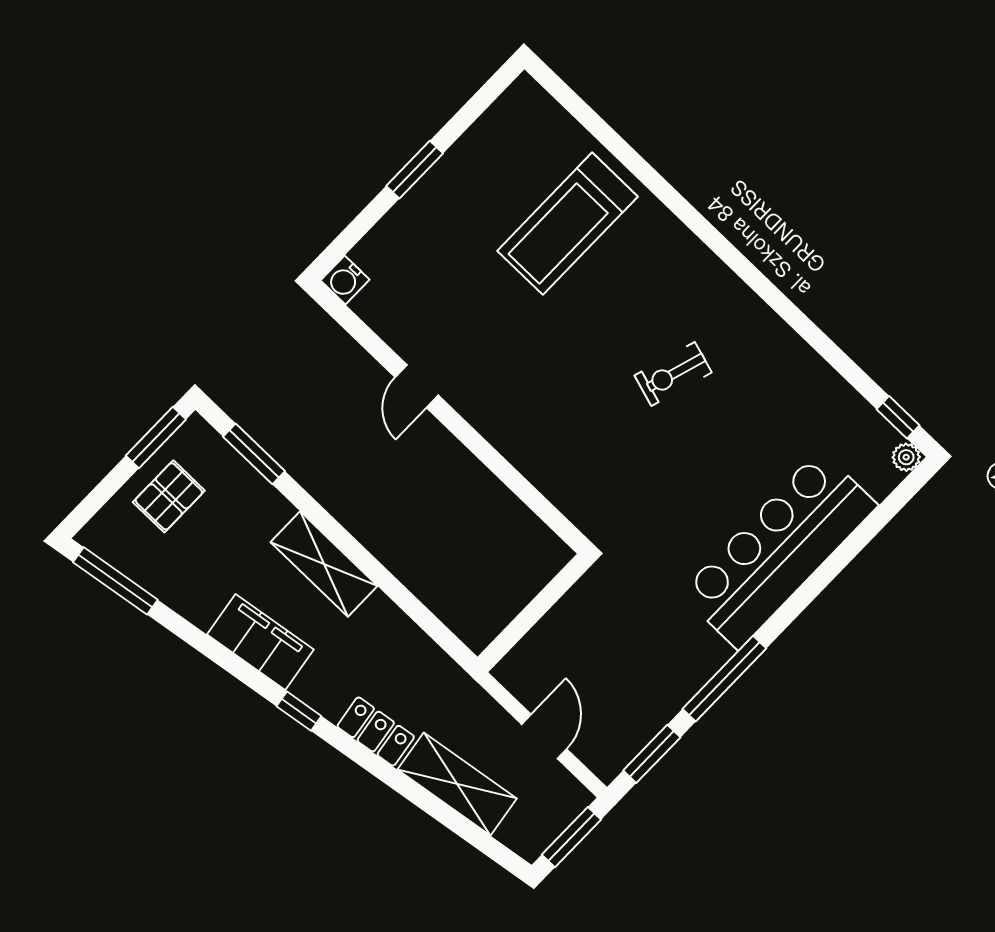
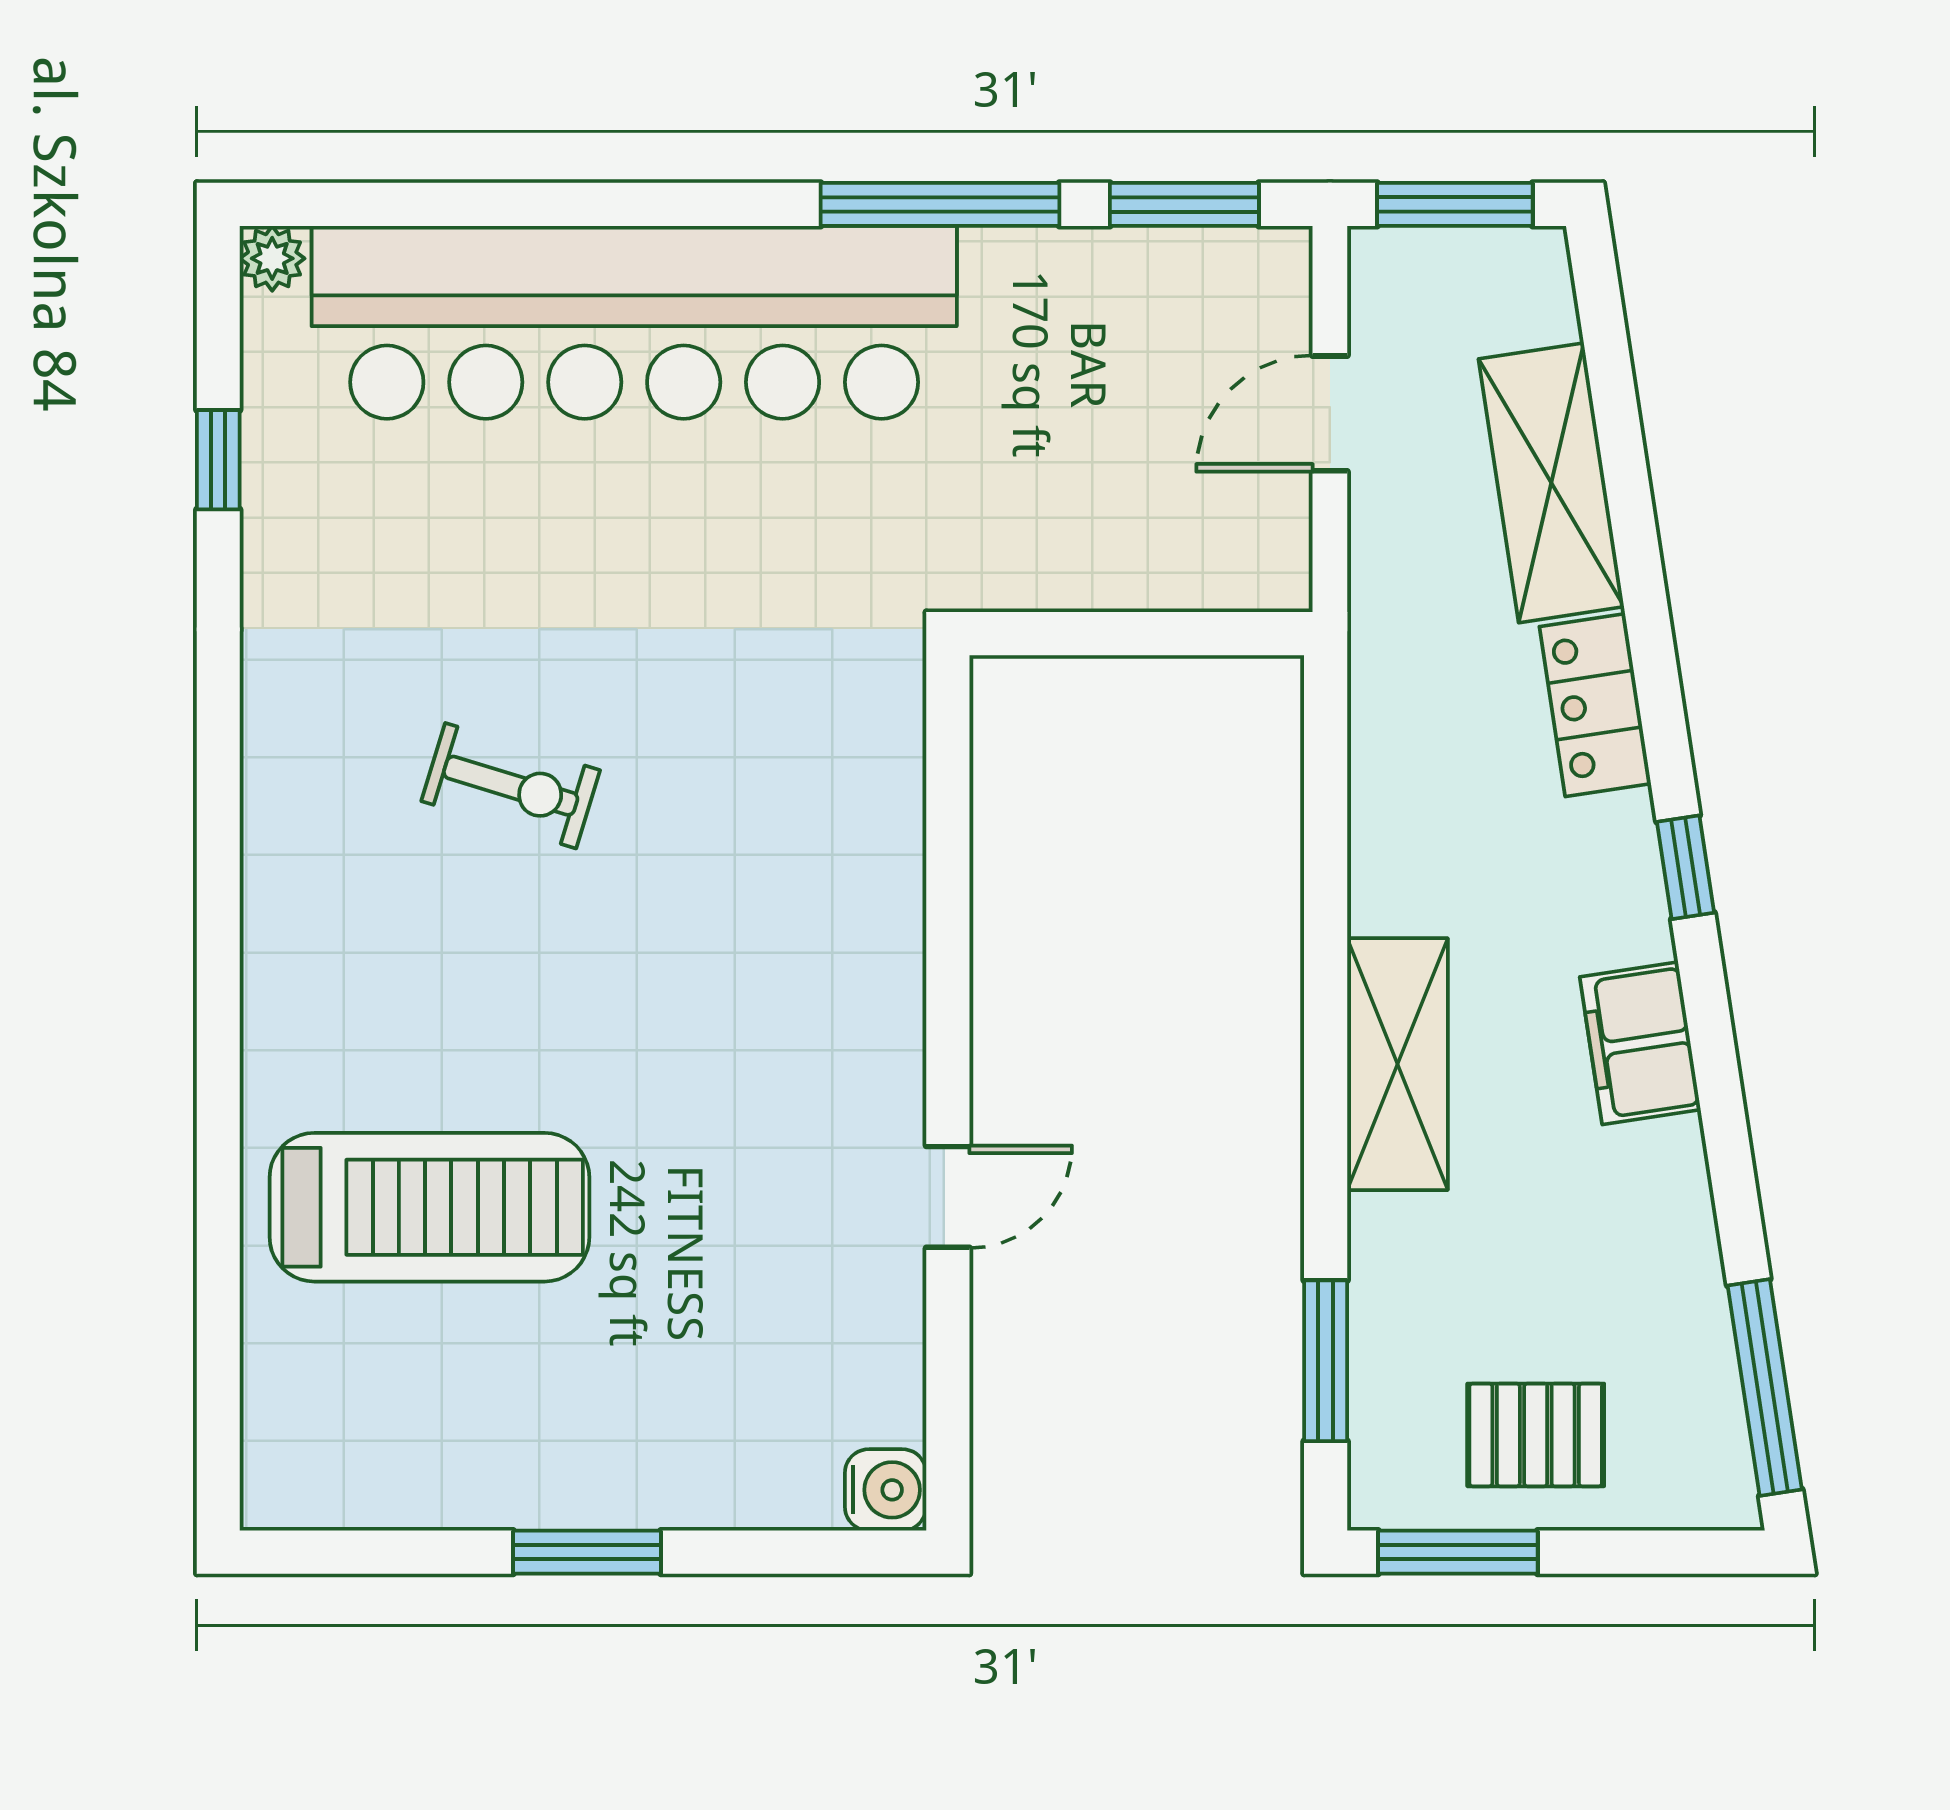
window: (898, 417) -> (218, 460), moved
bar counter: (779, 550) -> (634, 322), width x1.36
filing cabinet: (260, 642) -> (1640, 1043), width x0.67, depth x0.86

